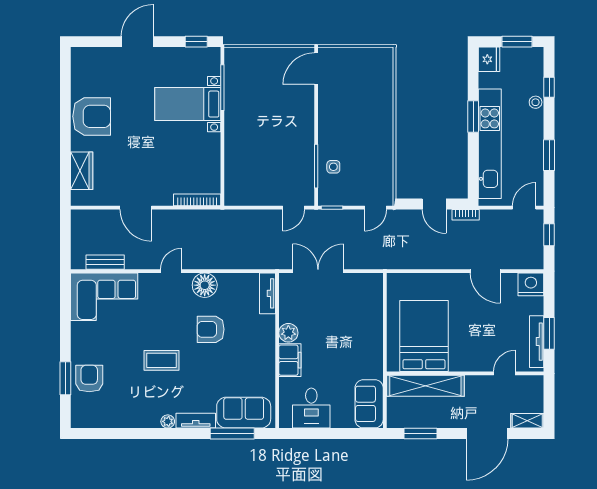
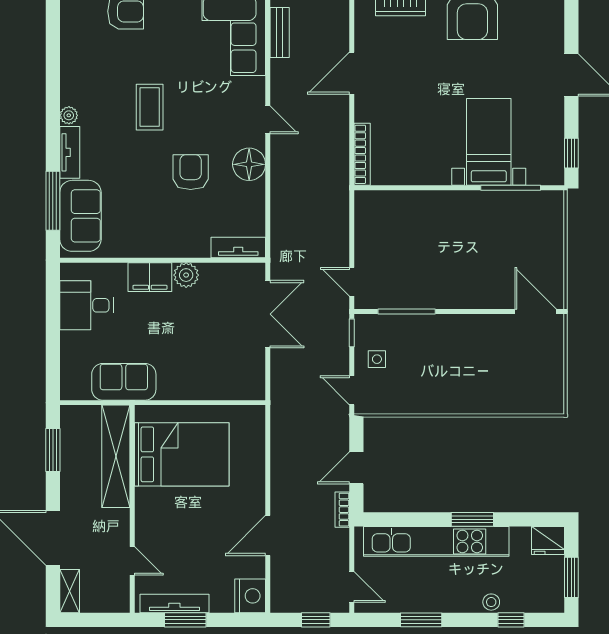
side table: (333, 167) -> (377, 359), moved
sofa: (369, 404) -> (124, 382), moved

